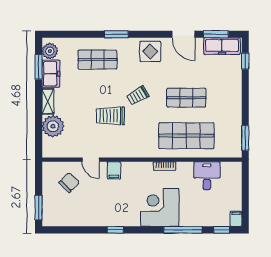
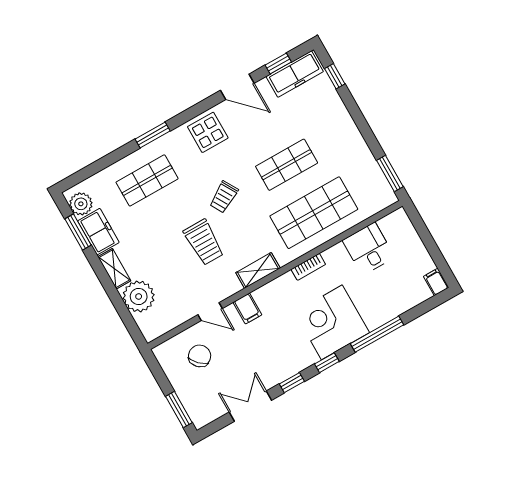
window: (216, 34) -> (278, 64), width x0.67
trolley: (110, 116) -> (204, 242), turned -90
shelving: (133, 151) -> (258, 270), added
double door: (82, 230) -> (250, 406), added
window: (222, 230) -> (327, 363), moved

